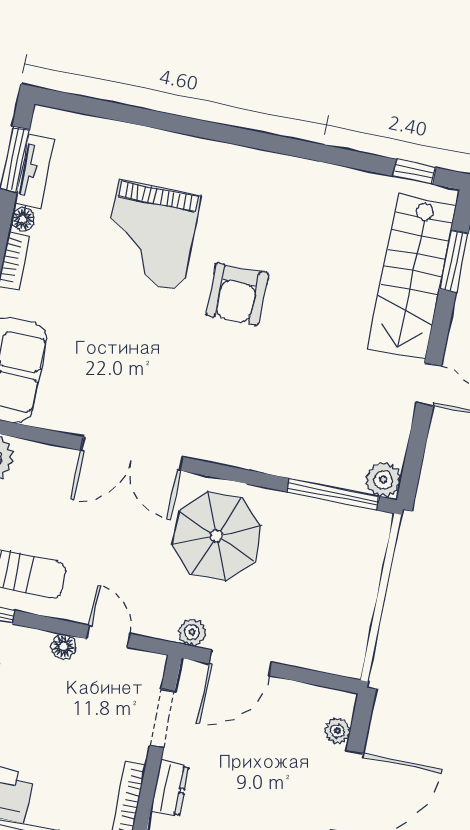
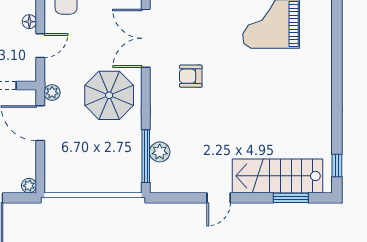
armchair: (237, 294) -> (191, 76), moved, width x0.72, depth x0.72
plant: (383, 480) -> (160, 152), moved
plant: (337, 731) -> (29, 186), moved

